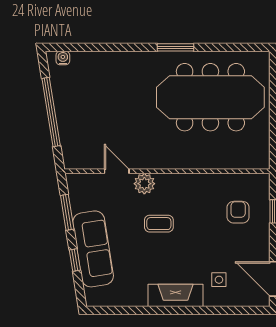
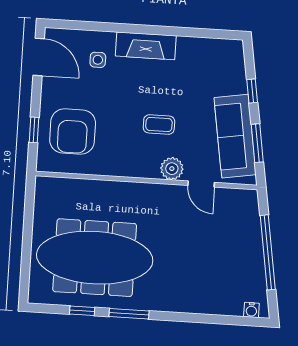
window: (219, 47) -> (82, 311), added
armchair: (238, 212) -> (73, 131), width x1.88, depth x1.88
sofa: (93, 249) -> (235, 136), moved

